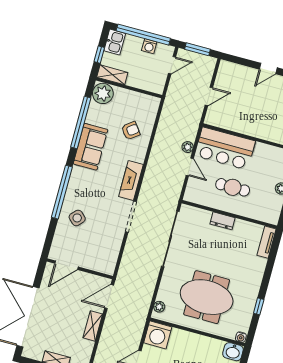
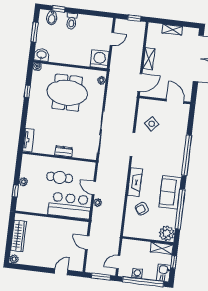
door: (268, 68) -> (61, 272), moved
door: (209, 96) -> (87, 243), hinge flipped
fireplace: (131, 180) -> (135, 182), moved
side table: (77, 218) -> (152, 124), moved
door: (67, 265) -> (175, 101), hinge flipped

